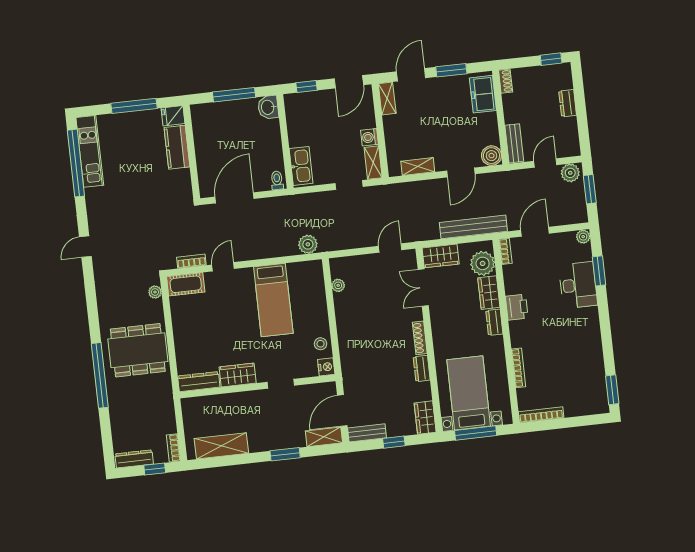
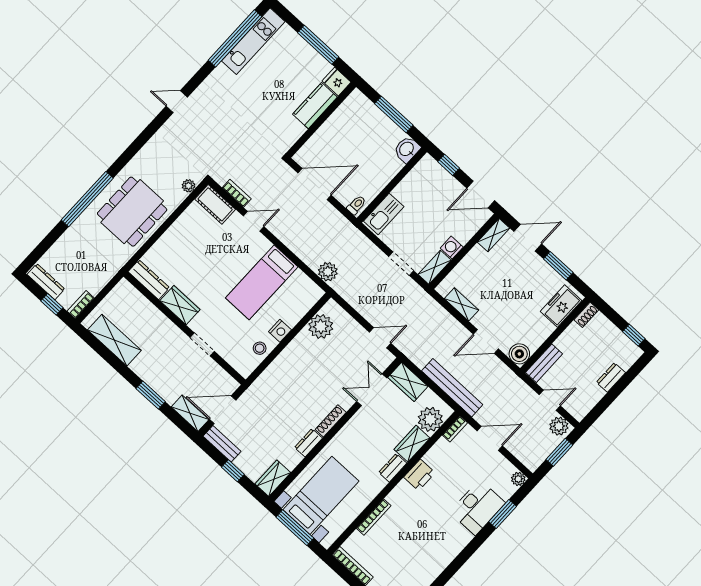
plant: (338, 285) -> (321, 327), width x1.88, depth x1.88
dining table: (138, 350) -> (132, 212), turned 90
nightstand: (326, 367) -> (280, 331), moved

